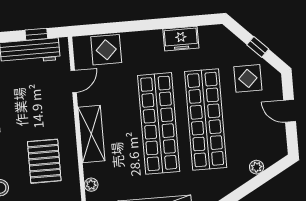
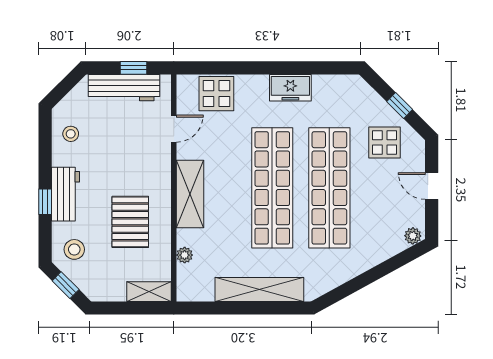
freezer: (181, 39) -> (290, 88), moved
plant: (257, 167) -> (413, 236), moved

